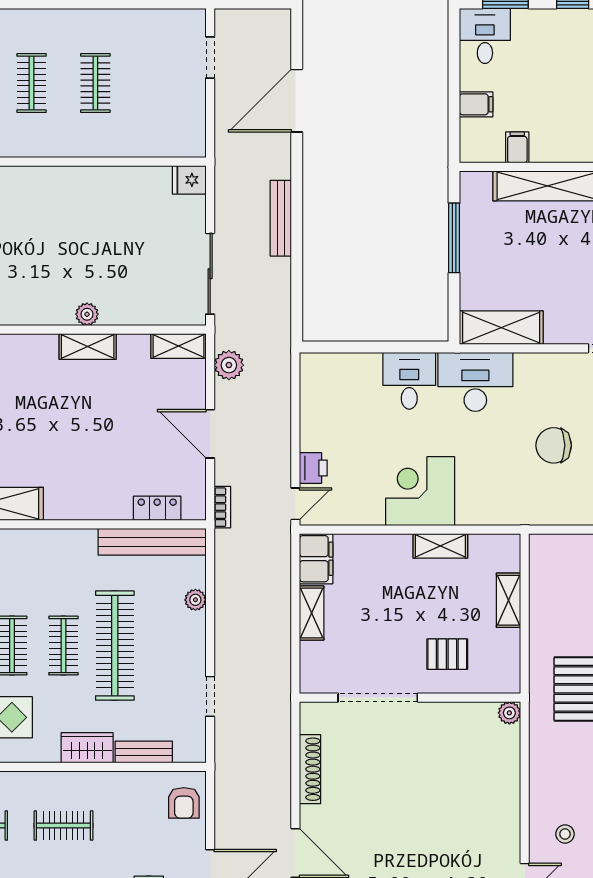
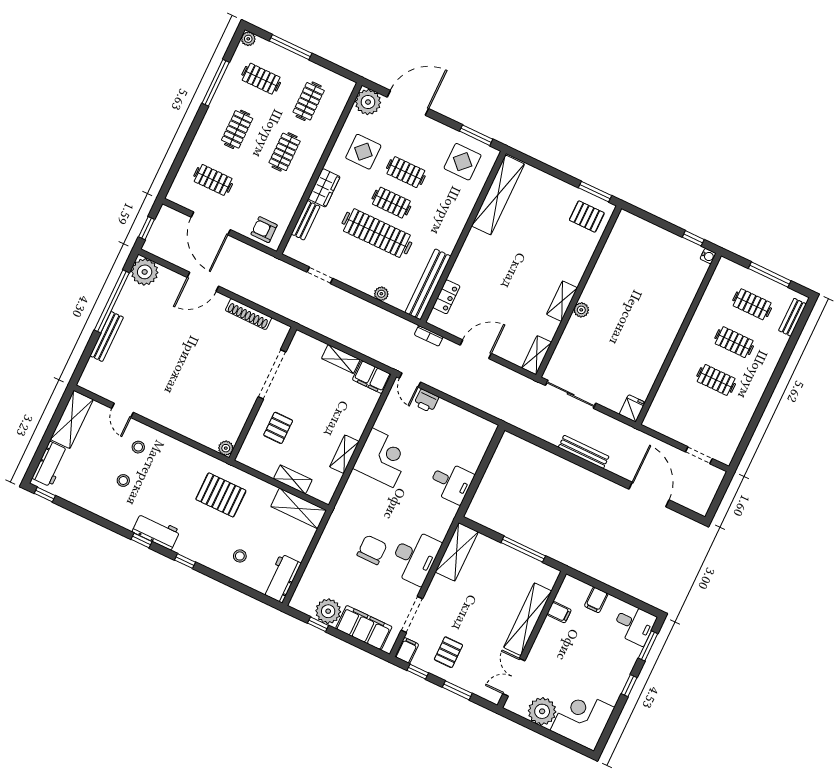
plant: (229, 365) -> (511, 380), removed
desk: (475, 382) -> (415, 557), moved
shelving: (545, 573) -> (299, 508), added

